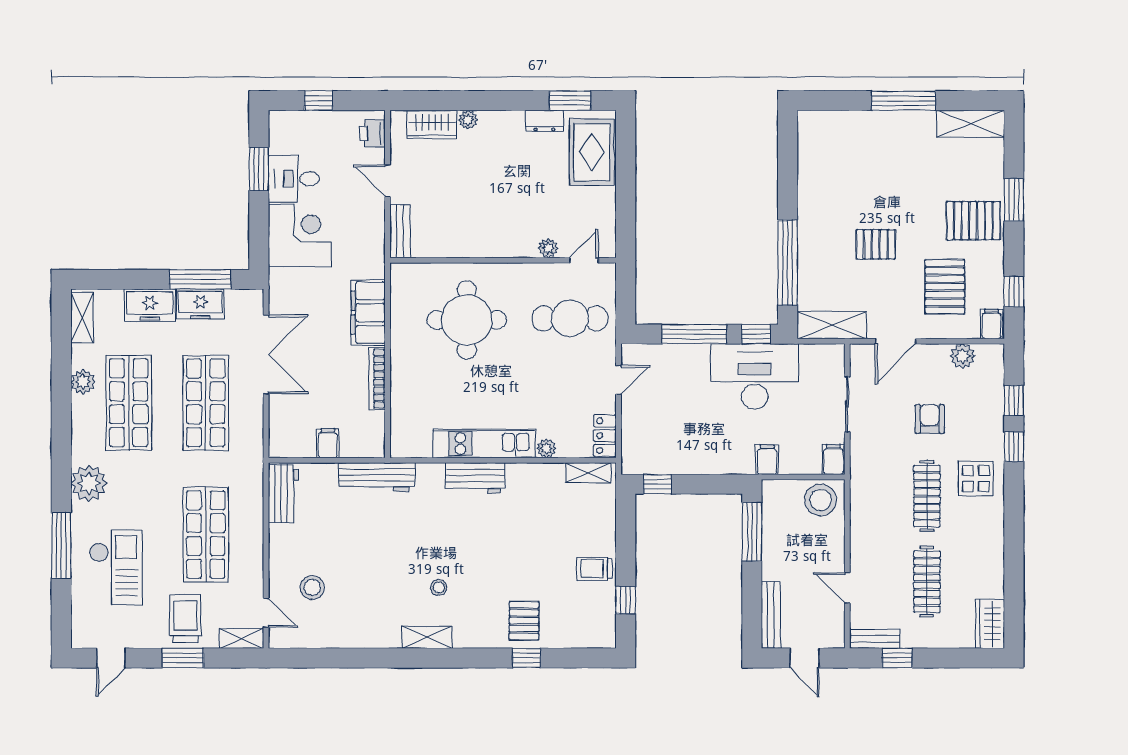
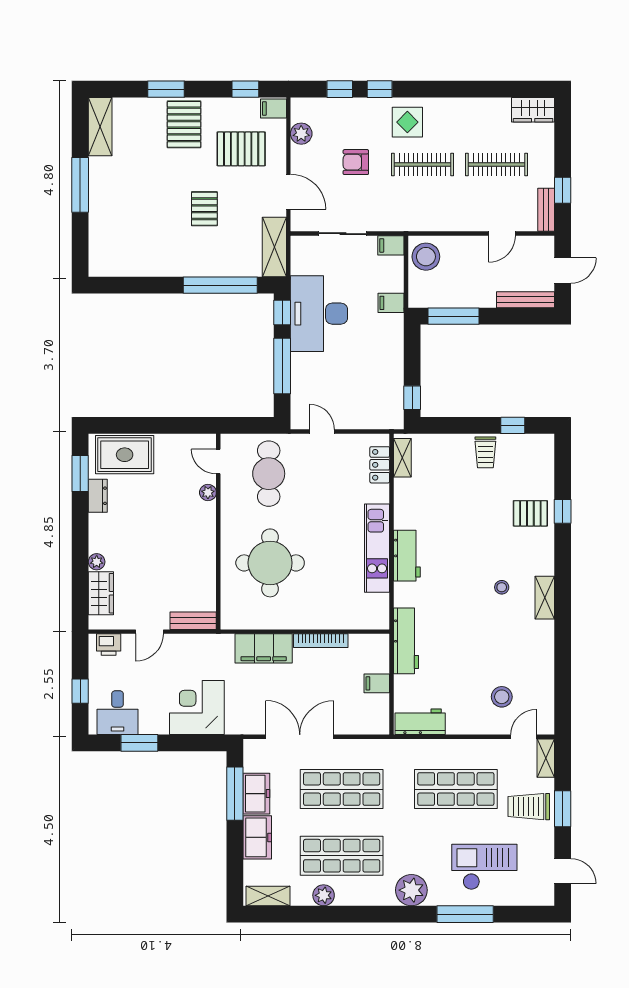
desk: (294, 179) -> (118, 713), moved
locker: (605, 436) -> (380, 465), moved, turned 90
plant: (546, 448) -> (381, 494), removed

